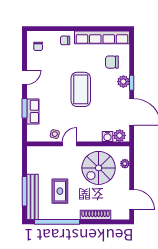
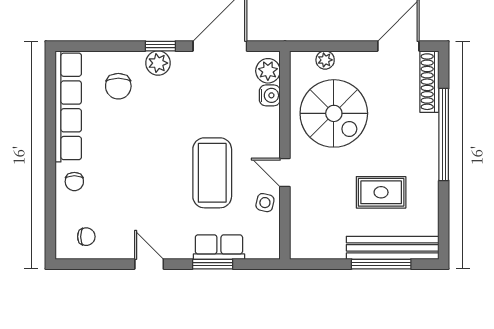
coffee table: (81, 89) -> (212, 173), moved, turned 90
shoe rack: (95, 215) -> (429, 82), moved
window: (57, 222) -> (444, 134), moved

